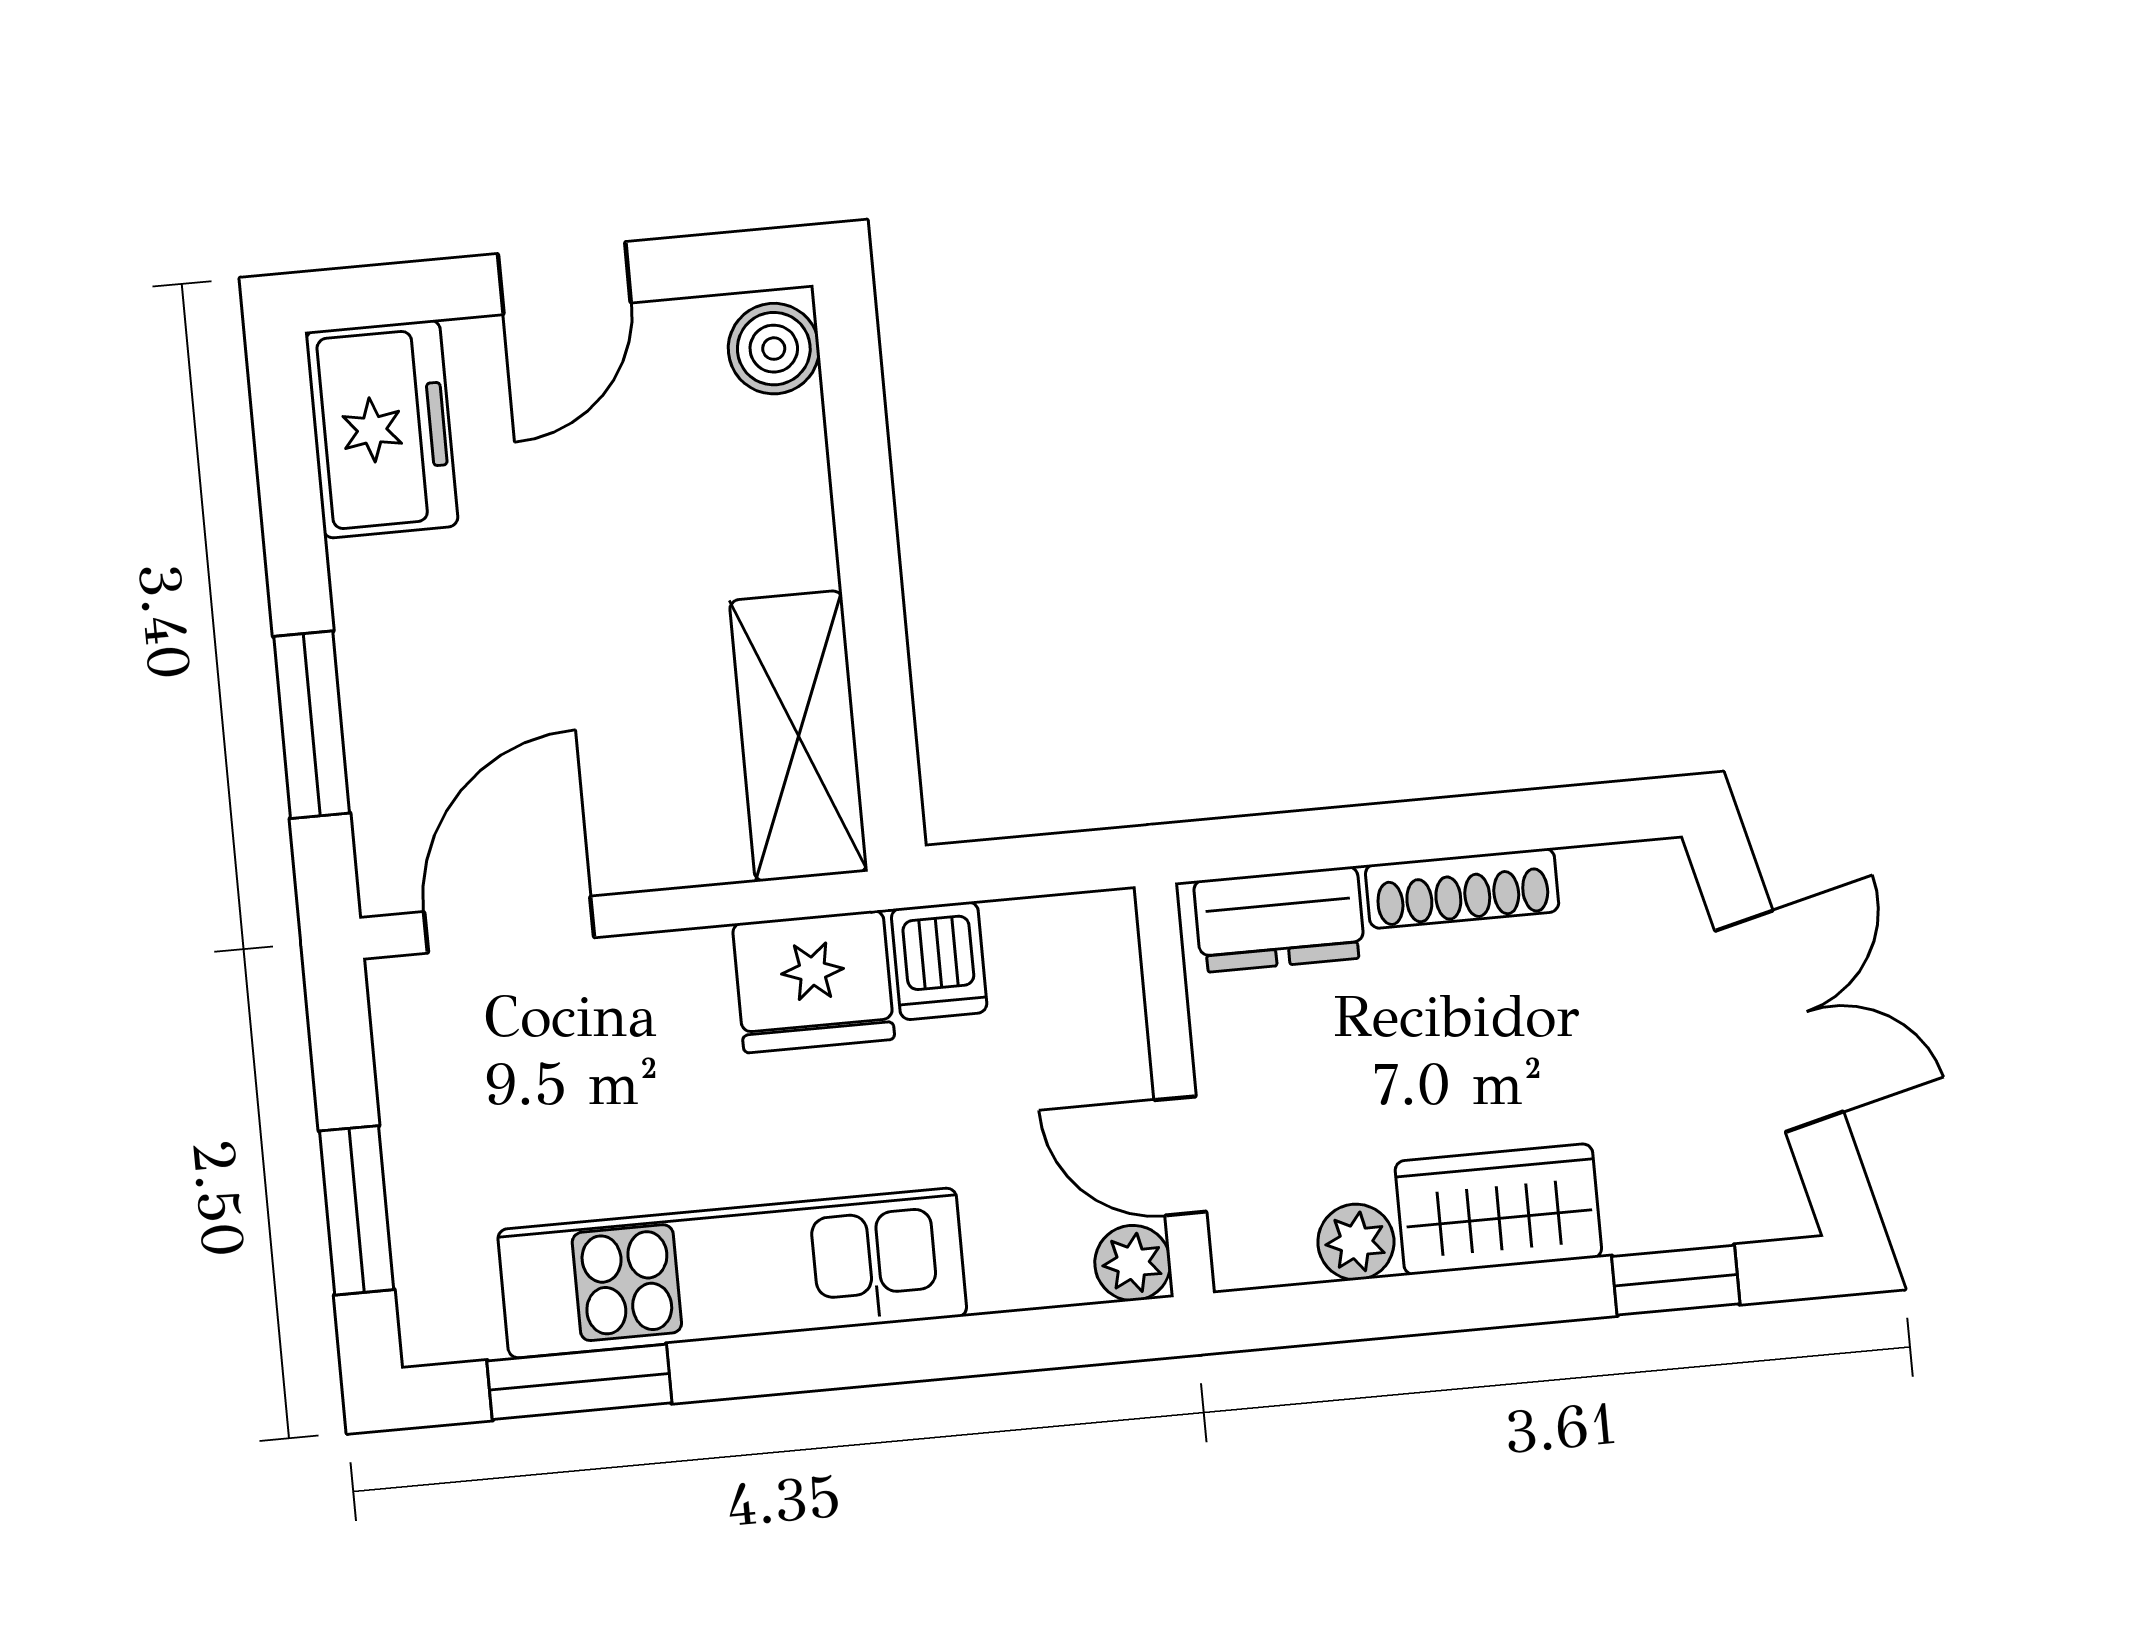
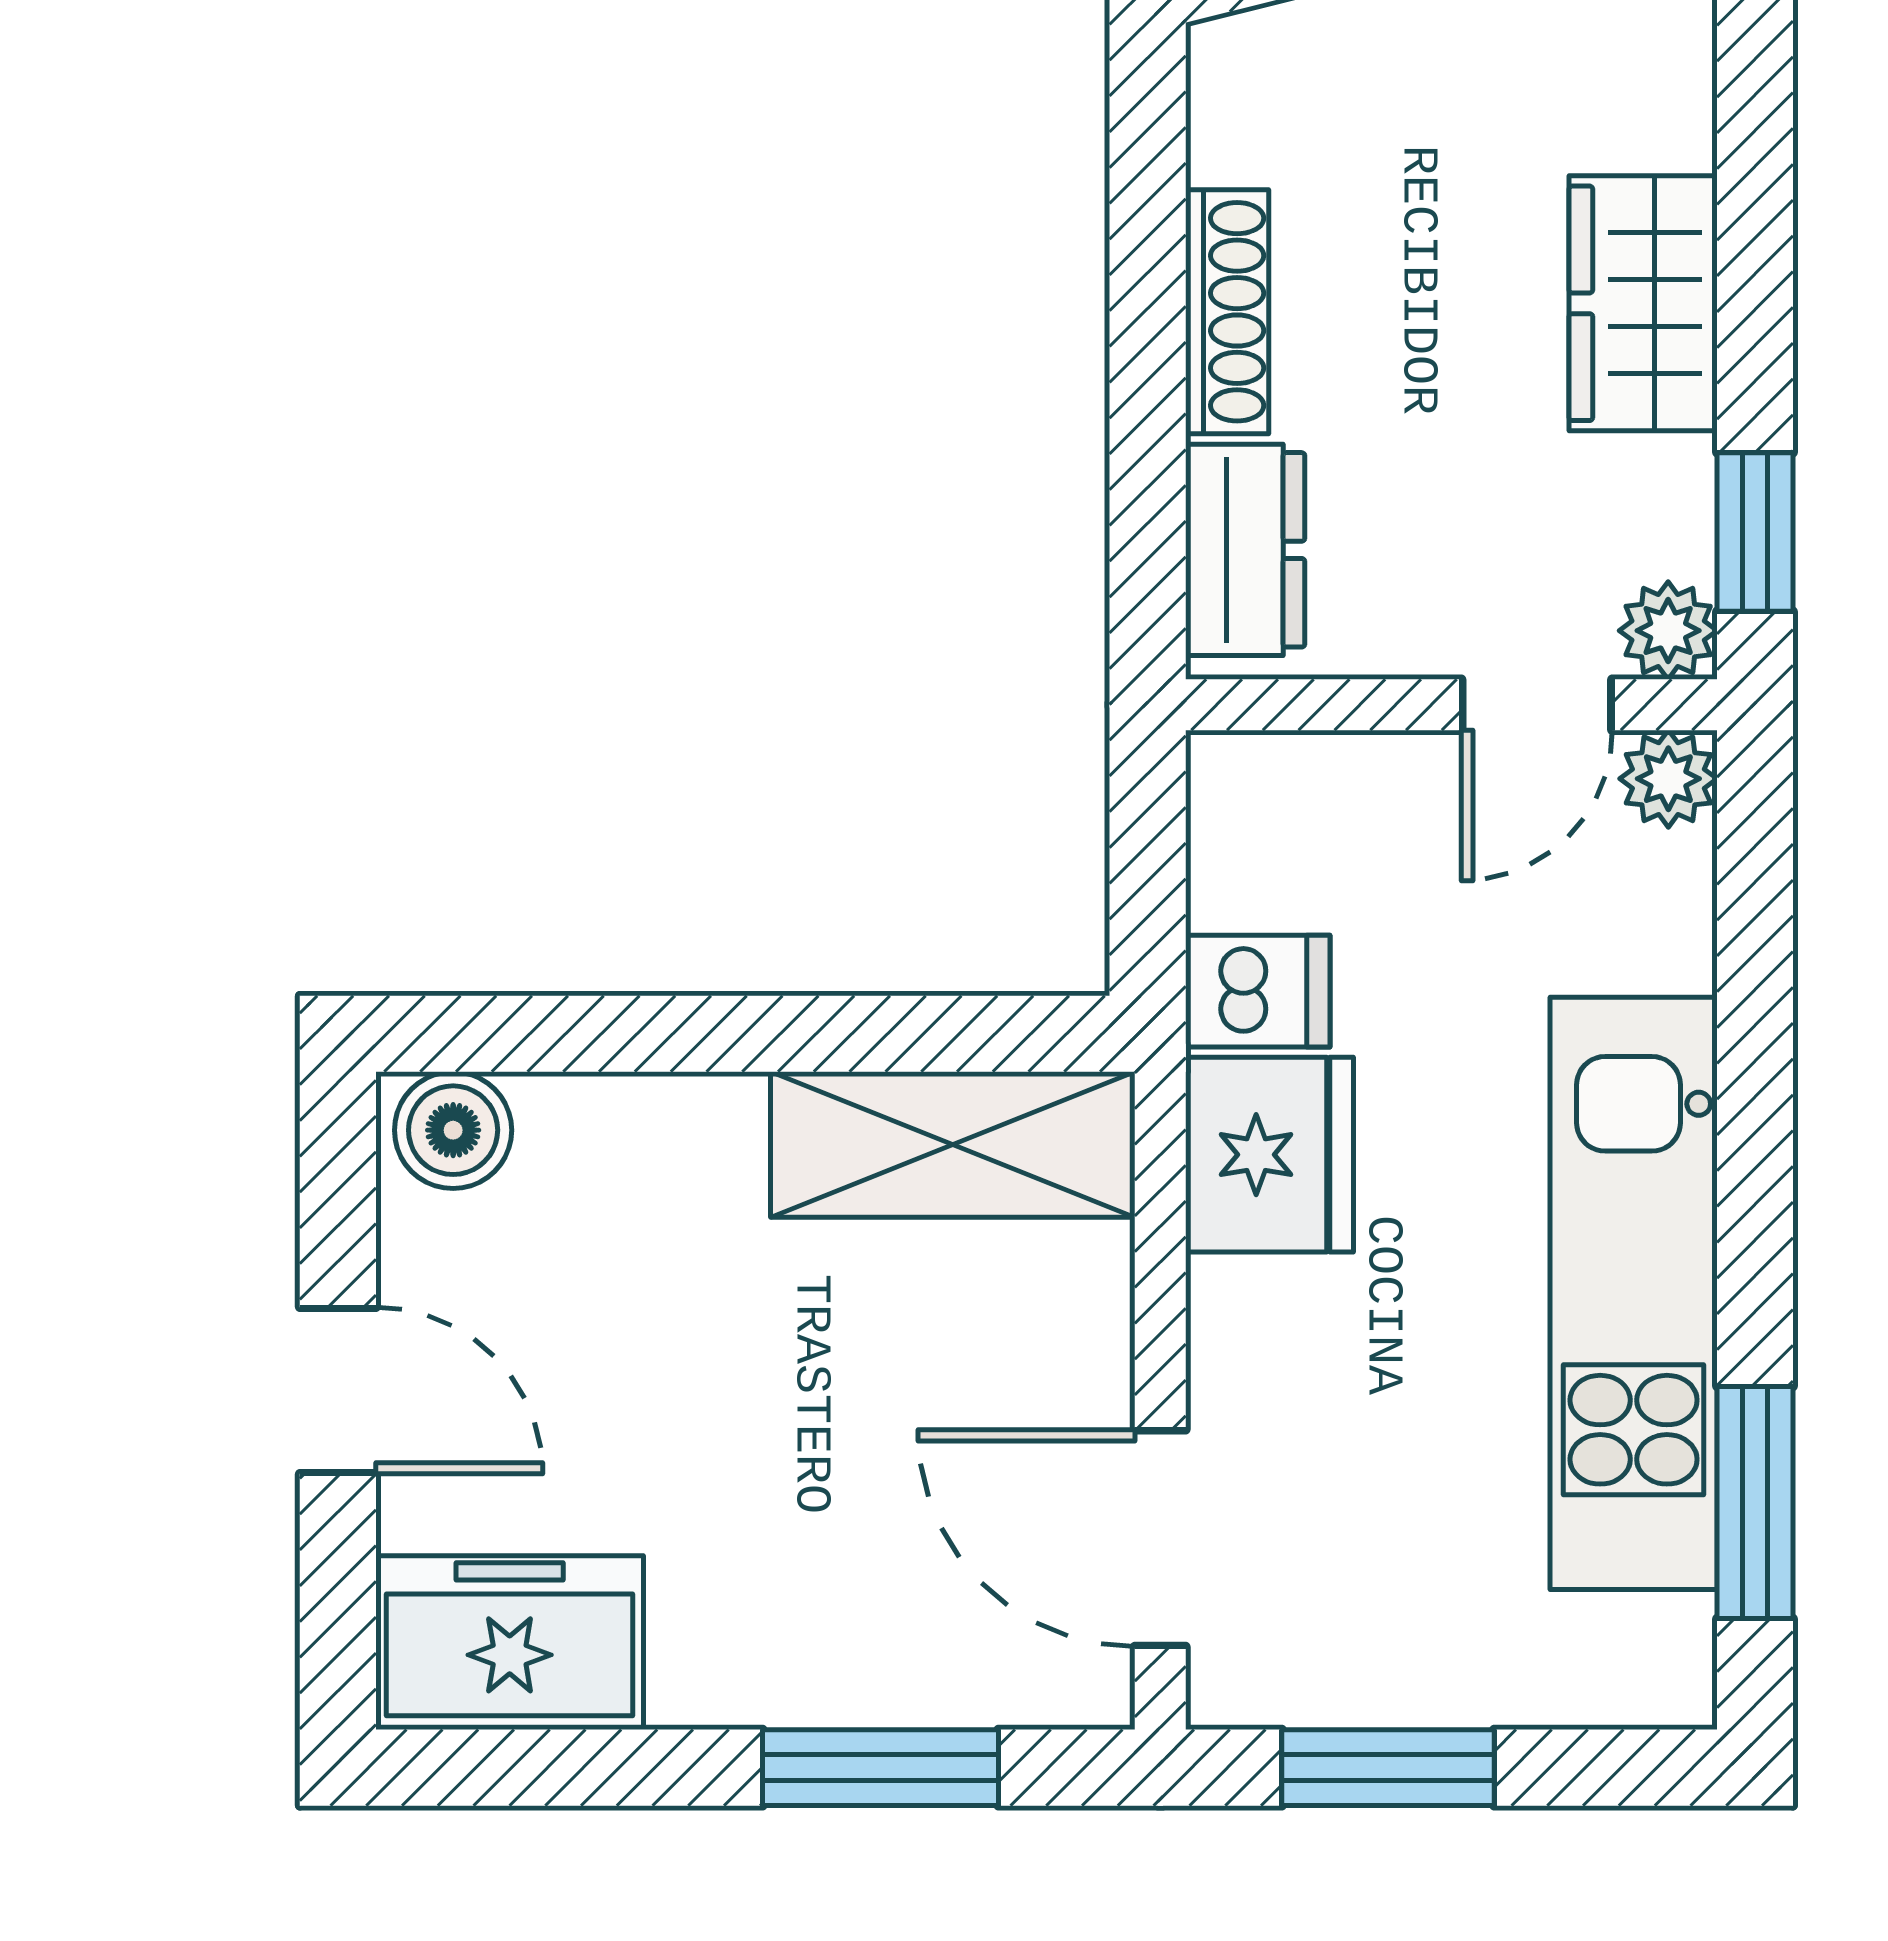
window: (357, 1210) -> (1388, 1768), moved
plant: (1356, 1242) -> (1668, 631), moved
window: (1676, 1280) -> (1755, 532), moved

